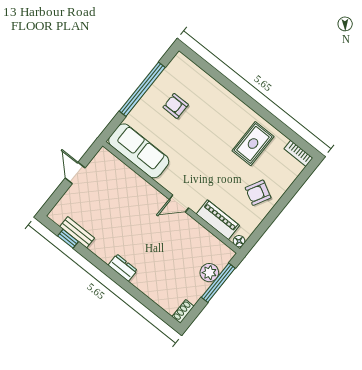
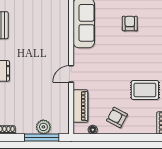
door: (179, 204) -> (71, 74), hinge flipped
floor lamp: (239, 241) -> (93, 130), moved

